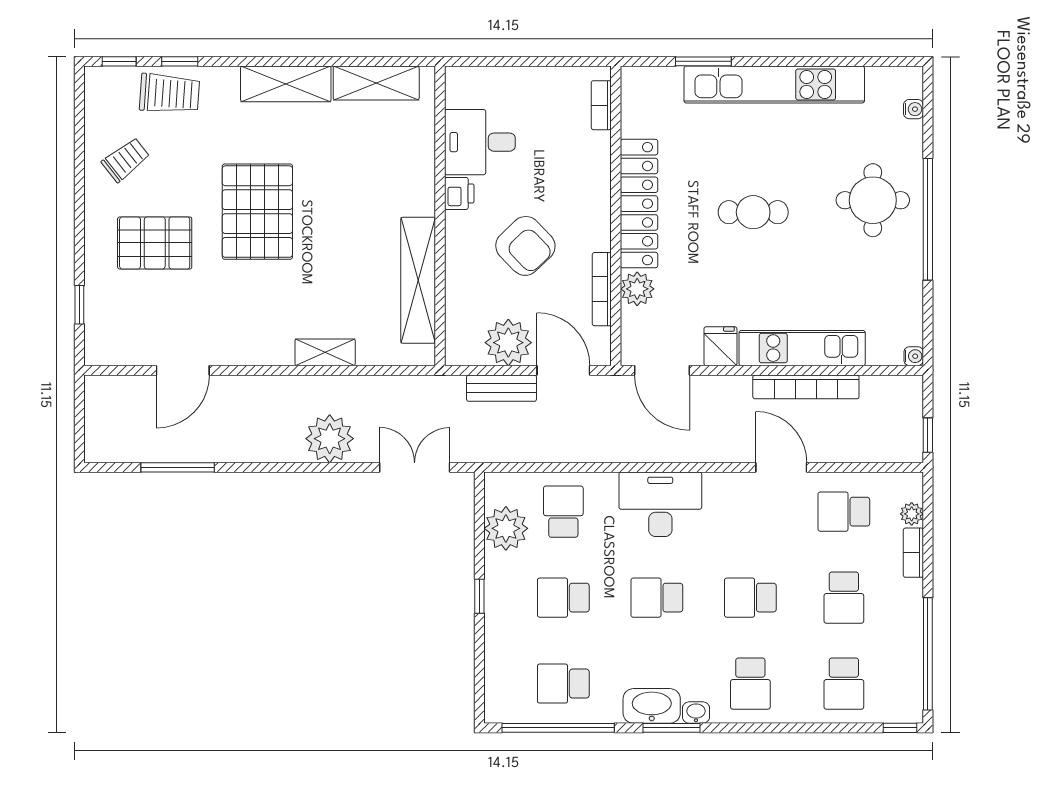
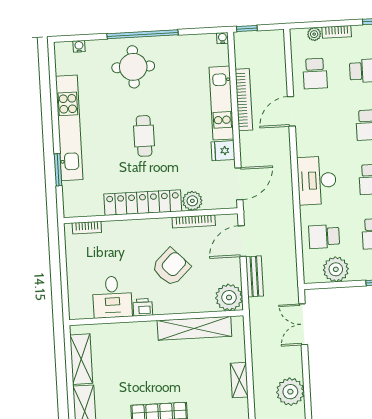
plant: (508, 343) -> (229, 297), moved
window: (928, 435) -> (247, 28), moved
plant: (330, 439) -> (290, 392), moved

